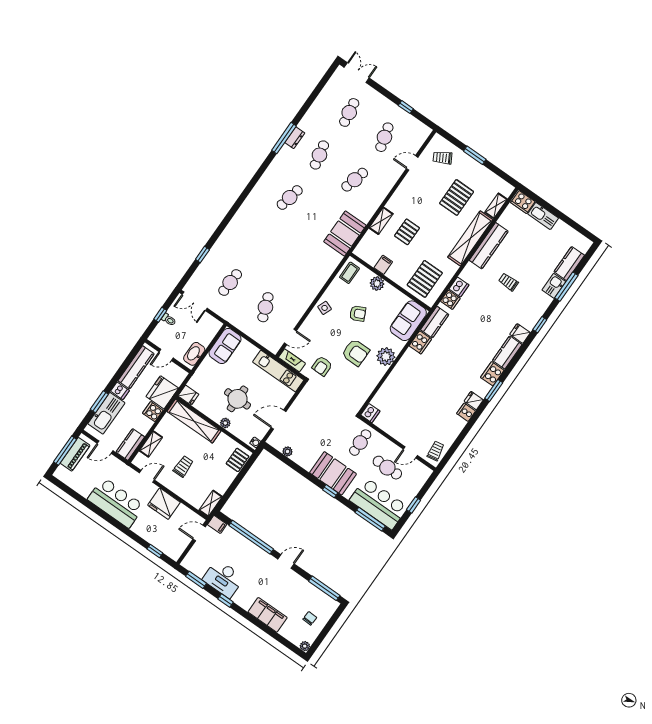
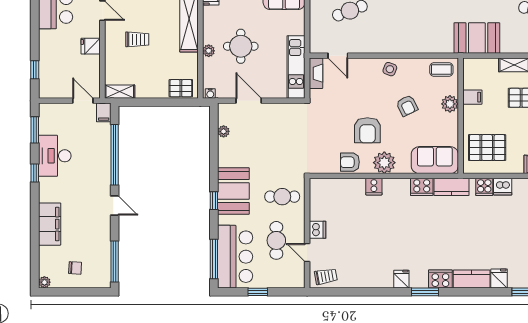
armchair: (322, 366) -> (350, 162), moved
cooker: (466, 412) -> (374, 187), moved, turned 180
dishwasher: (370, 413) -> (318, 230), moved, turned -90
fridge: (164, 504) -> (91, 46), width x0.53, depth x0.75

